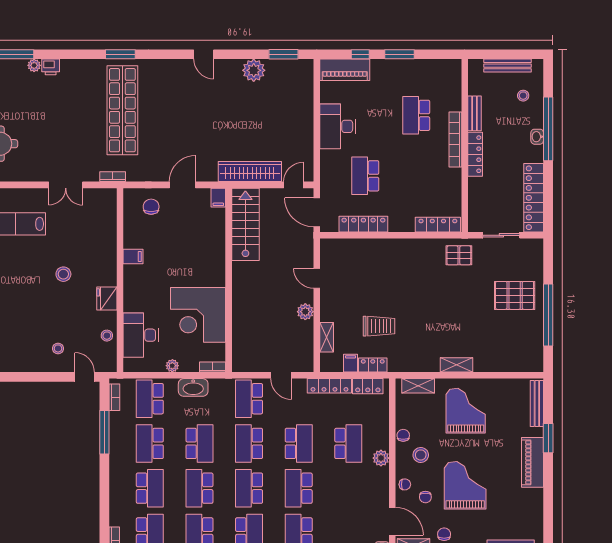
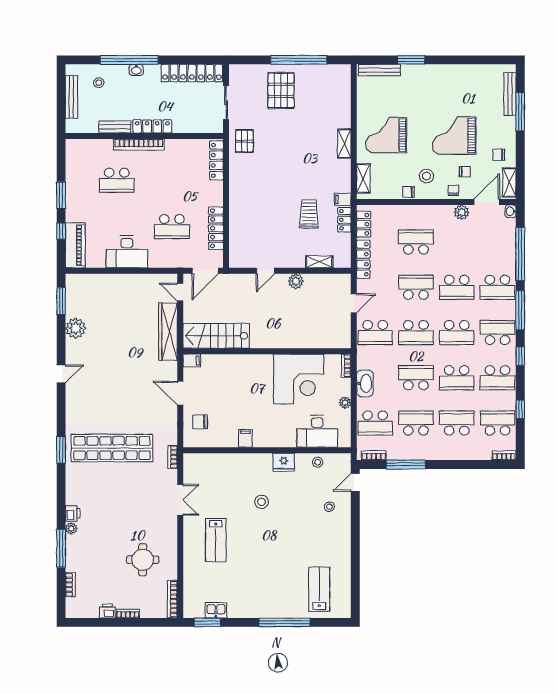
filing cabinet: (351, 363) -> (343, 199), moved
school desk: (150, 443) -> (416, 423), turned 180
plant: (381, 458) -> (462, 212), moved
piano: (532, 462) -> (433, 74), removed

